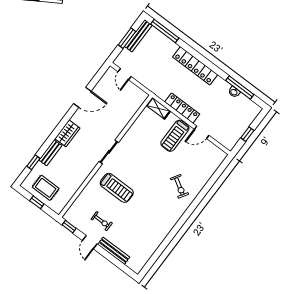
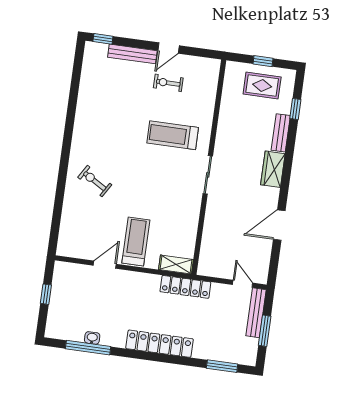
window: (165, 31) -> (222, 366), width x0.69
bench: (138, 36) -> (256, 313), moved
locker: (182, 108) -> (185, 287), moved
window: (69, 227) -> (103, 39), moved
door: (90, 242) -> (169, 48), swing flipped

